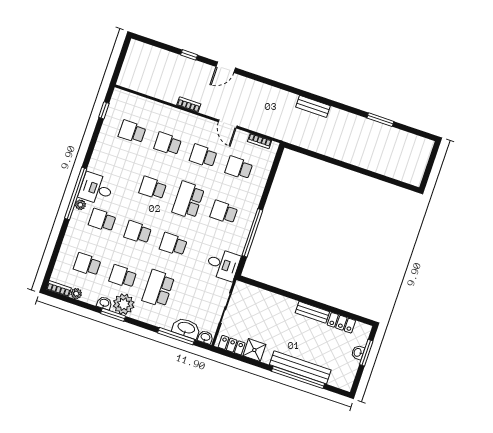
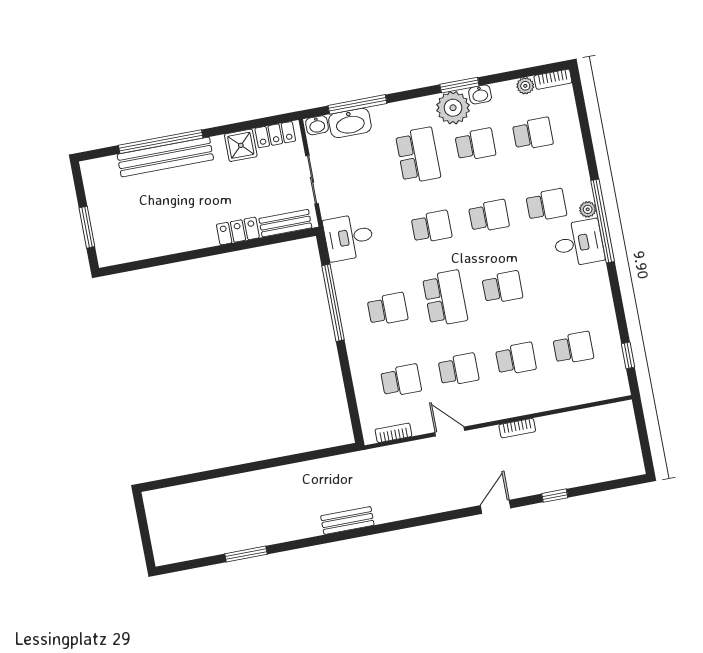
bench: (312, 312) -> (285, 223), moved
locker: (341, 323) -> (238, 231), moved
washbasin: (358, 352) -> (99, 221), removed

